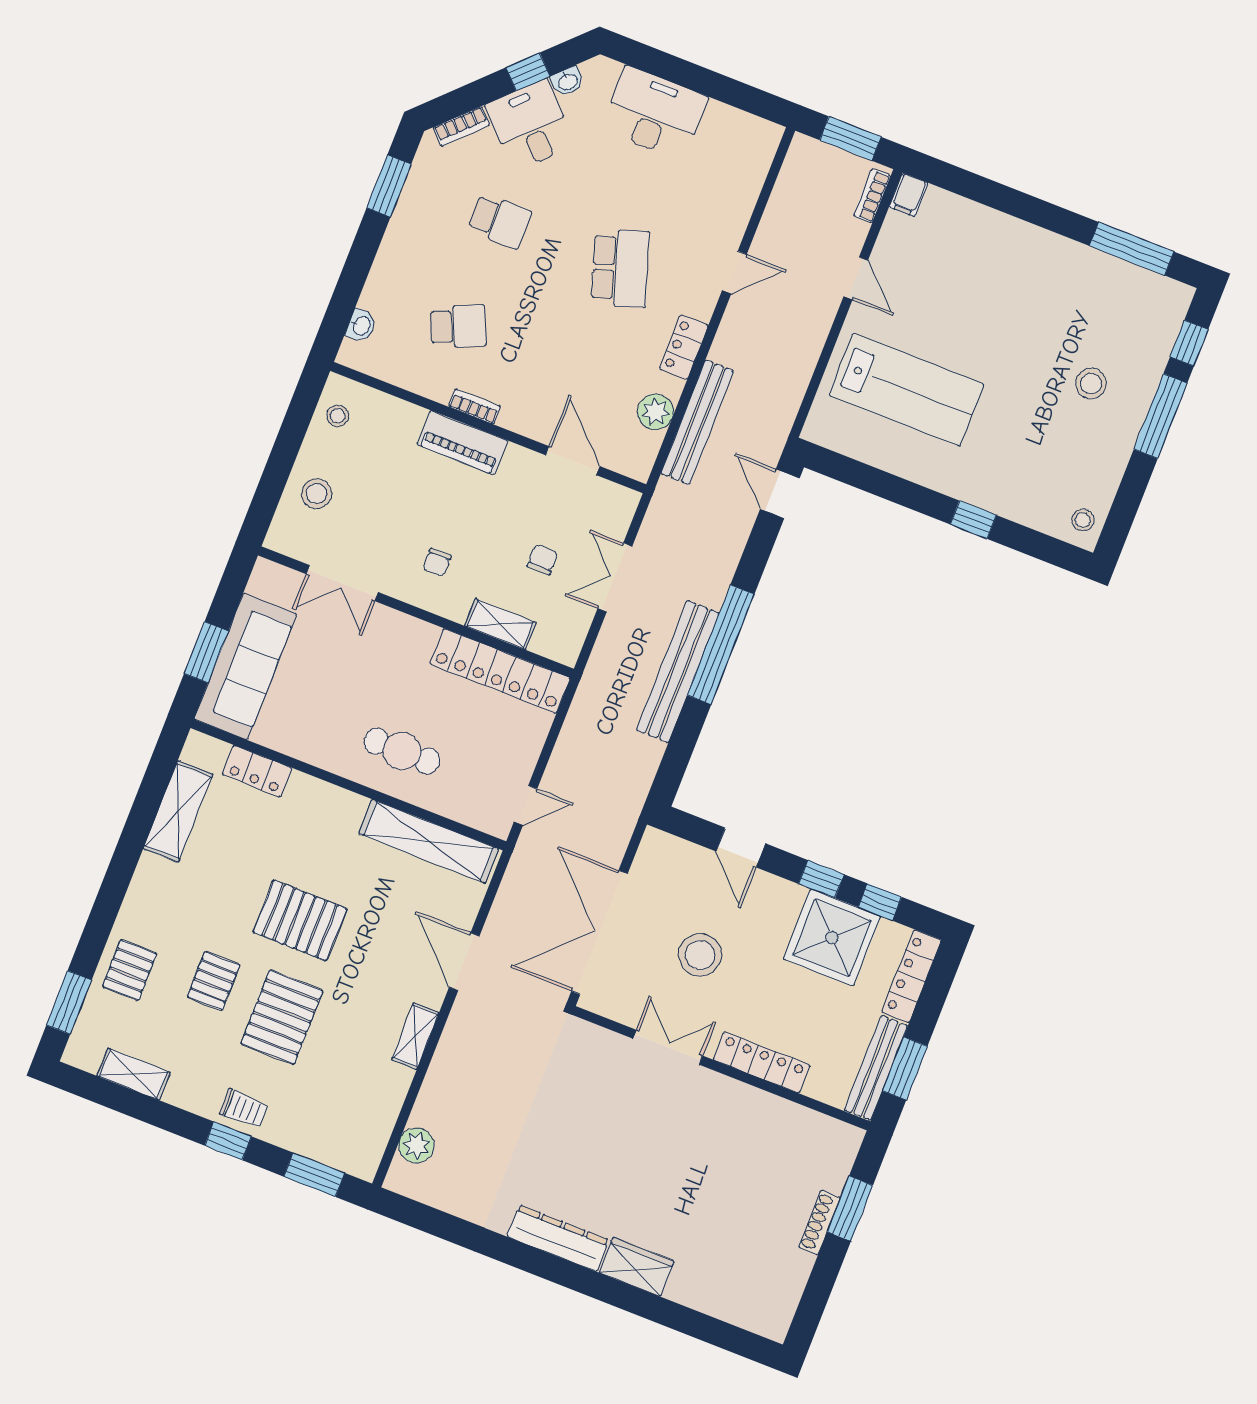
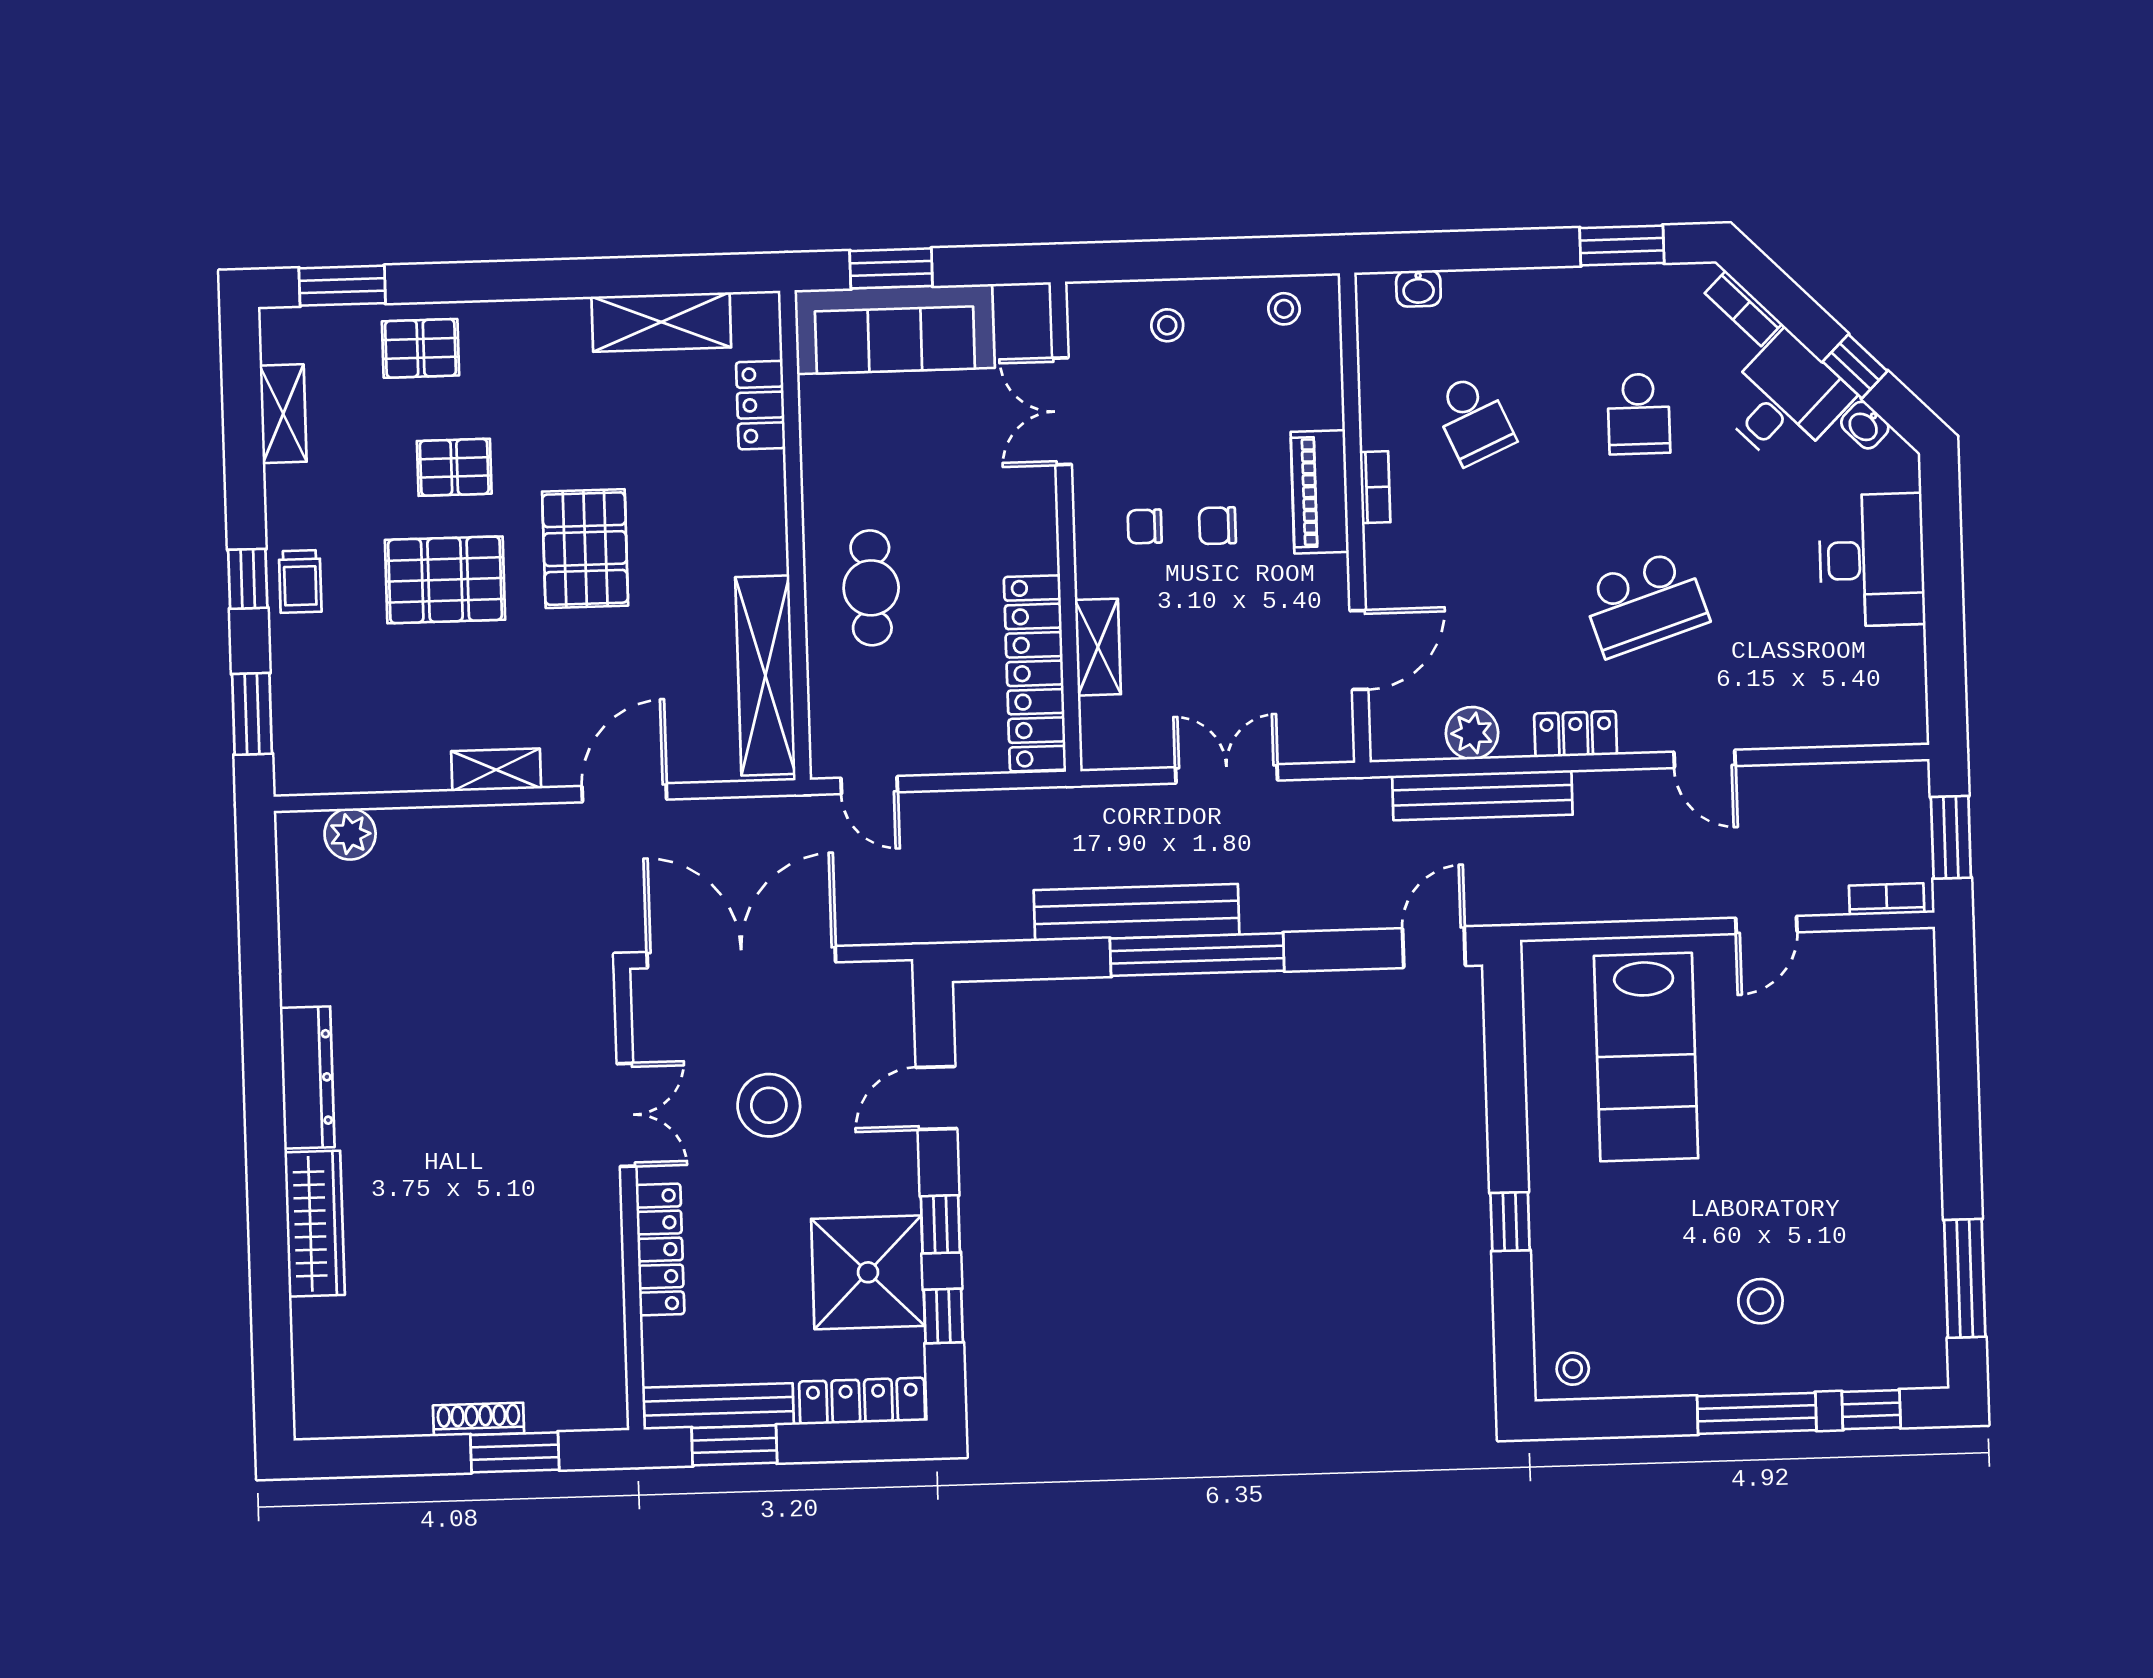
filing cabinet: (908, 195) -> (1909, 948), removed
stool: (317, 494) -> (1167, 325), width x0.73, depth x0.73
chair: (542, 560) -> (1218, 526), moved, turned 180
wardrobe: (637, 1267) -> (315, 1224), width x1.50

